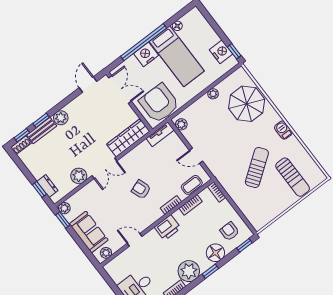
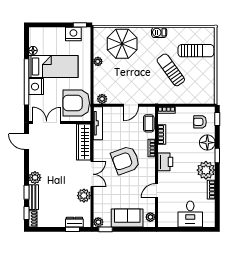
tv unit: (160, 134) -> (98, 123), width x1.41
armchair: (141, 189) -> (125, 160), width x1.88, depth x1.88

